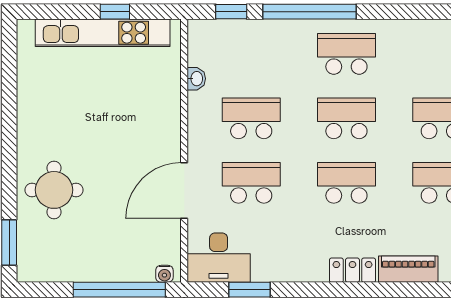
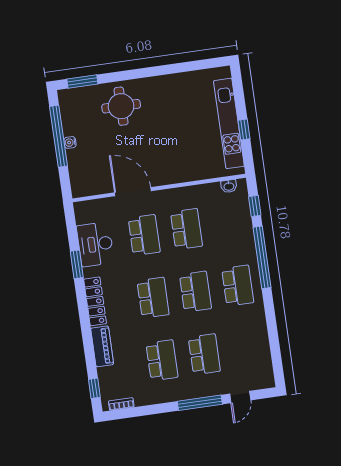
washbasin: (196, 79) -> (229, 186), moved
desk: (219, 258) -> (95, 244), moved
locker: (352, 270) -> (95, 301), width x1.53
water cooler: (164, 274) -> (70, 142), moved
window: (119, 290) -> (59, 136), moved
window: (250, 290) -> (77, 264), moved

